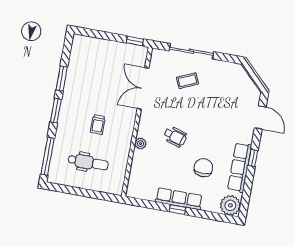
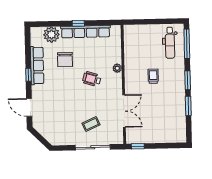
dental chair: (88, 162) -> (170, 43), moved, turned -90
row of seats: (179, 199) -> (86, 32), width x1.36
plant: (230, 205) -> (51, 35), moved

